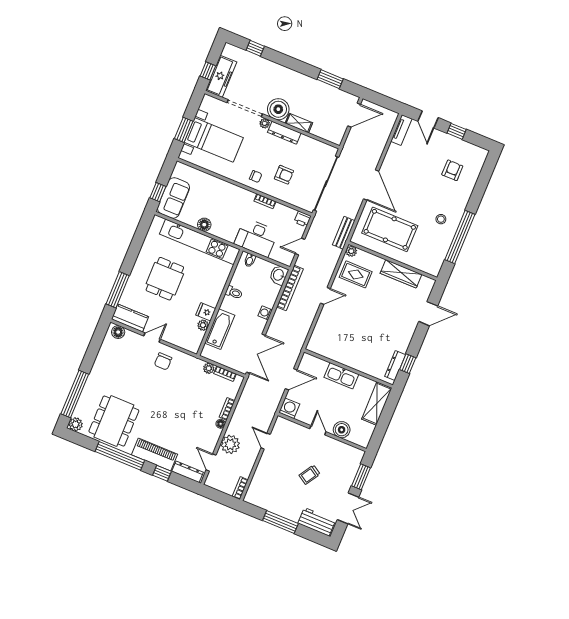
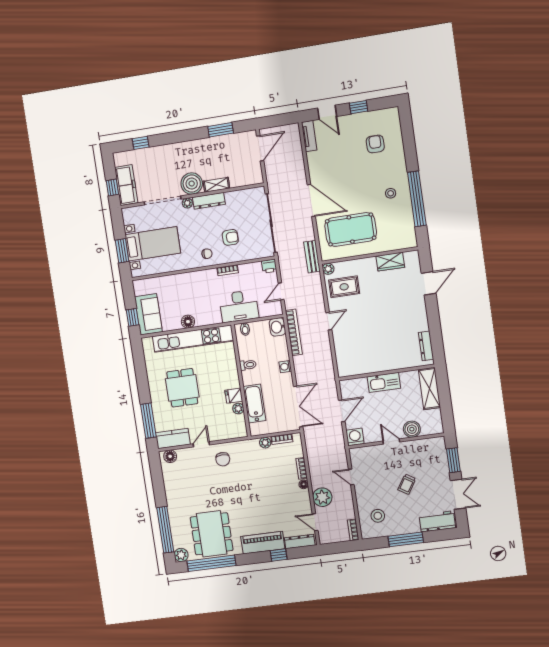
wardrobe: (401, 274) -> (390, 262), width x0.67
window: (408, 364) -> (436, 338), removed
window: (120, 456) -> (211, 563), moved
stool: (269, 488) -> (378, 516), added

